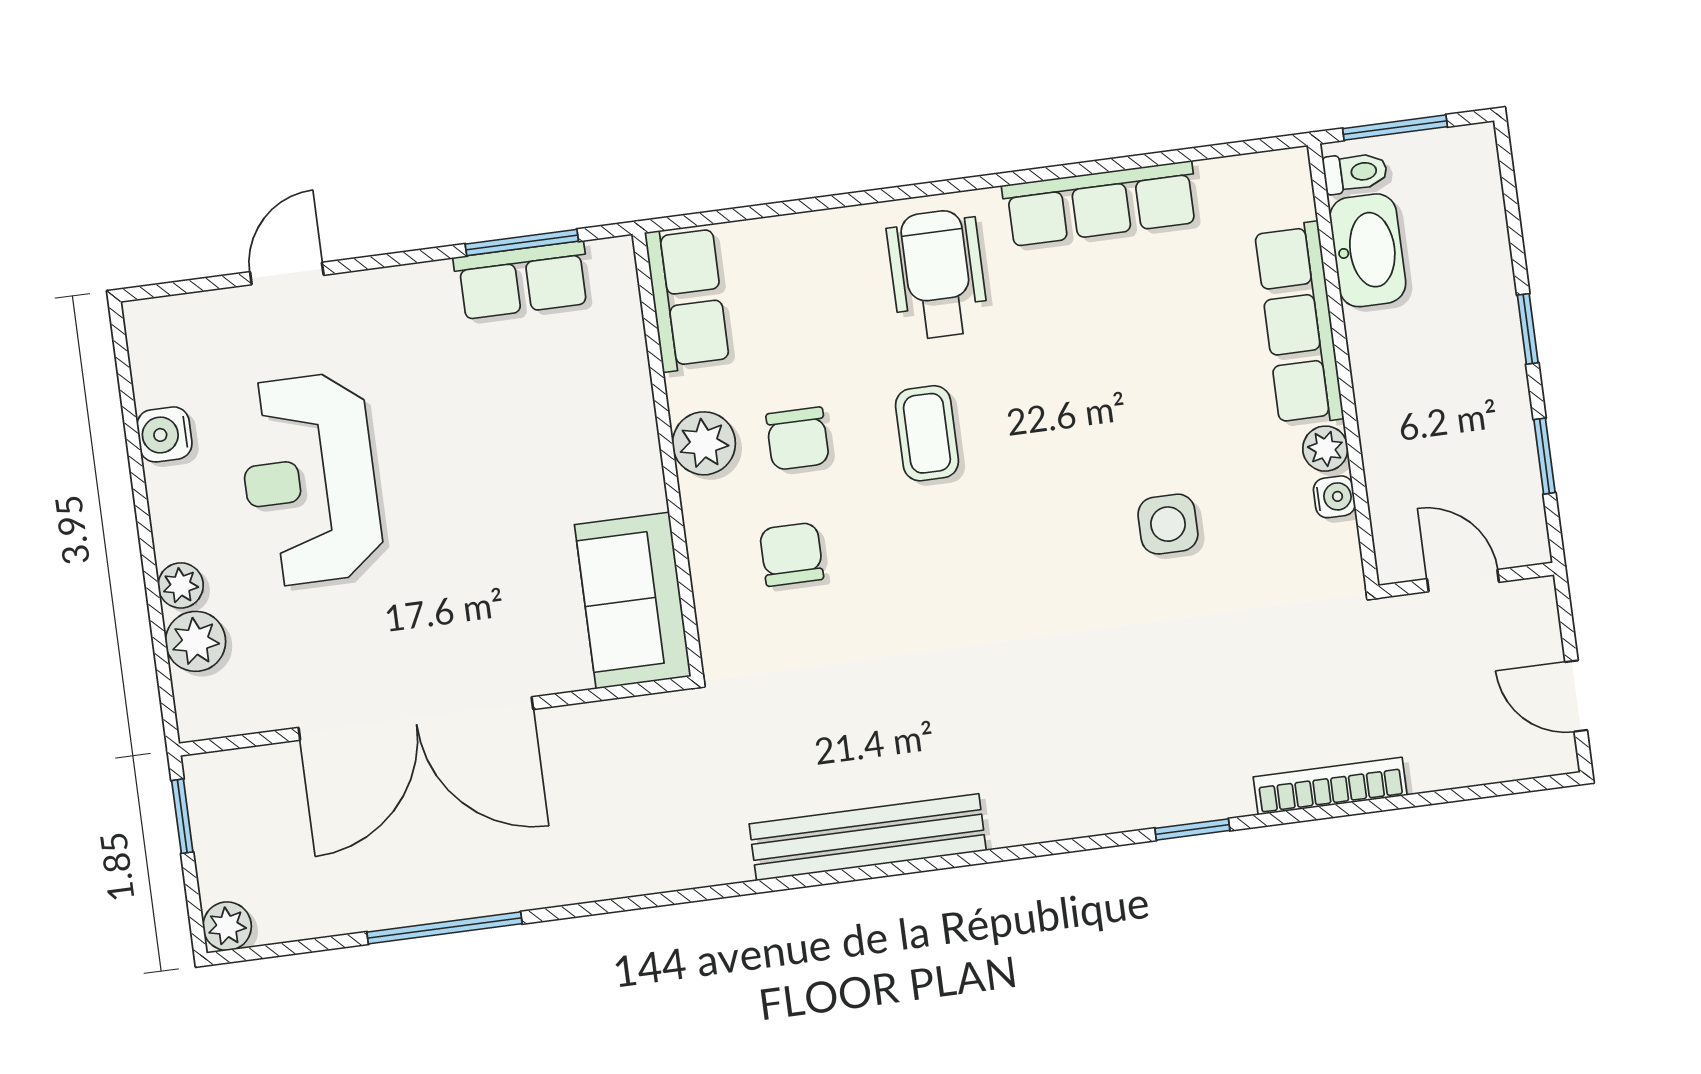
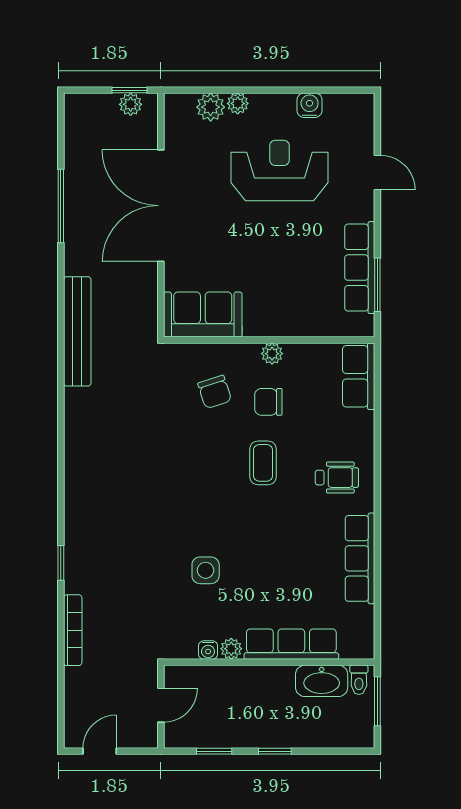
wheelchair: (937, 274) -> (337, 478), width x0.73, depth x0.73
row of seats: (522, 280) -> (360, 268), width x1.48
row of seats: (687, 298) -> (359, 376), moved, turned 90
coffee table: (927, 433) -> (263, 463), turned 90
plant: (704, 443) -> (272, 354), width x0.73, depth x0.73
chair: (791, 554) -> (215, 392), turned 72
bench: (868, 837) -> (77, 331), moved
plant: (227, 926) -> (131, 104), moved

